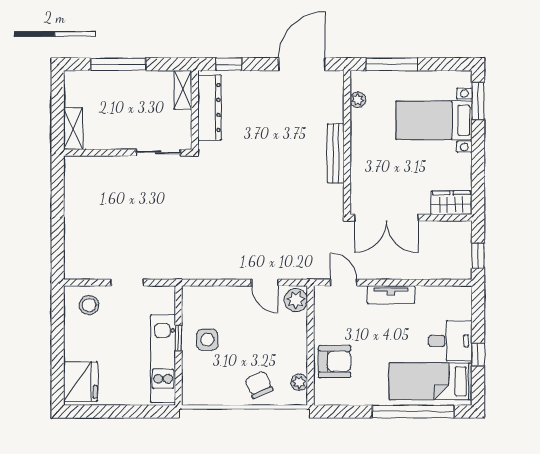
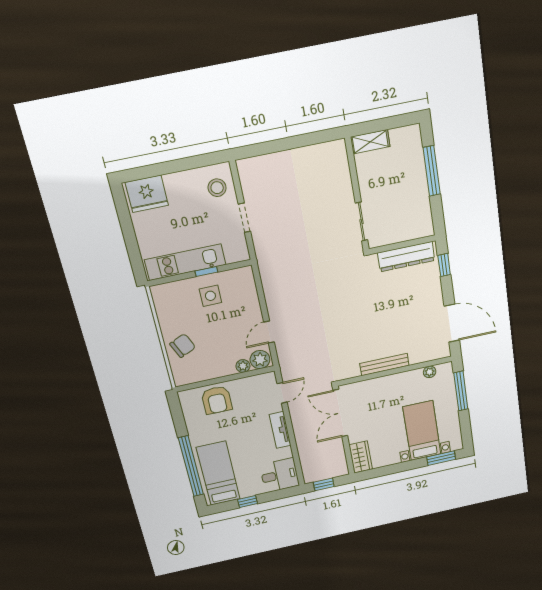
shelving: (183, 90) -> (418, 231), removed
desk: (450, 341) -> (280, 475), moved, turned -90
plant: (299, 382) -> (243, 366), moved

